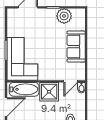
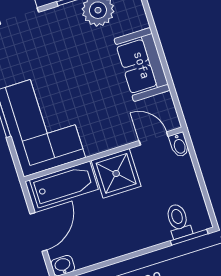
door: (71, 81) -> (154, 138), swing flipped

